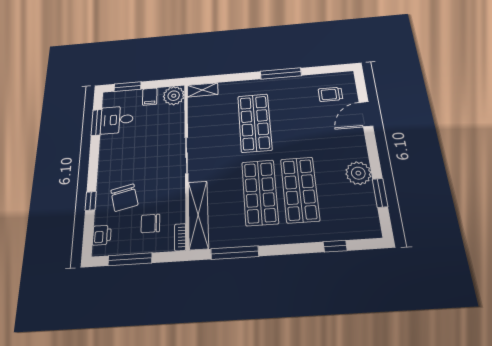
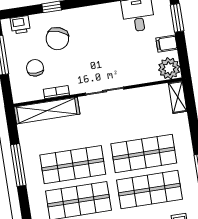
shop shelf: (292, 120) -> (149, 190), added
chair: (124, 198) -> (57, 39), turned -57
bookcase: (180, 237) -> (56, 92), moved
window: (235, 253) -> (18, 165), moved

